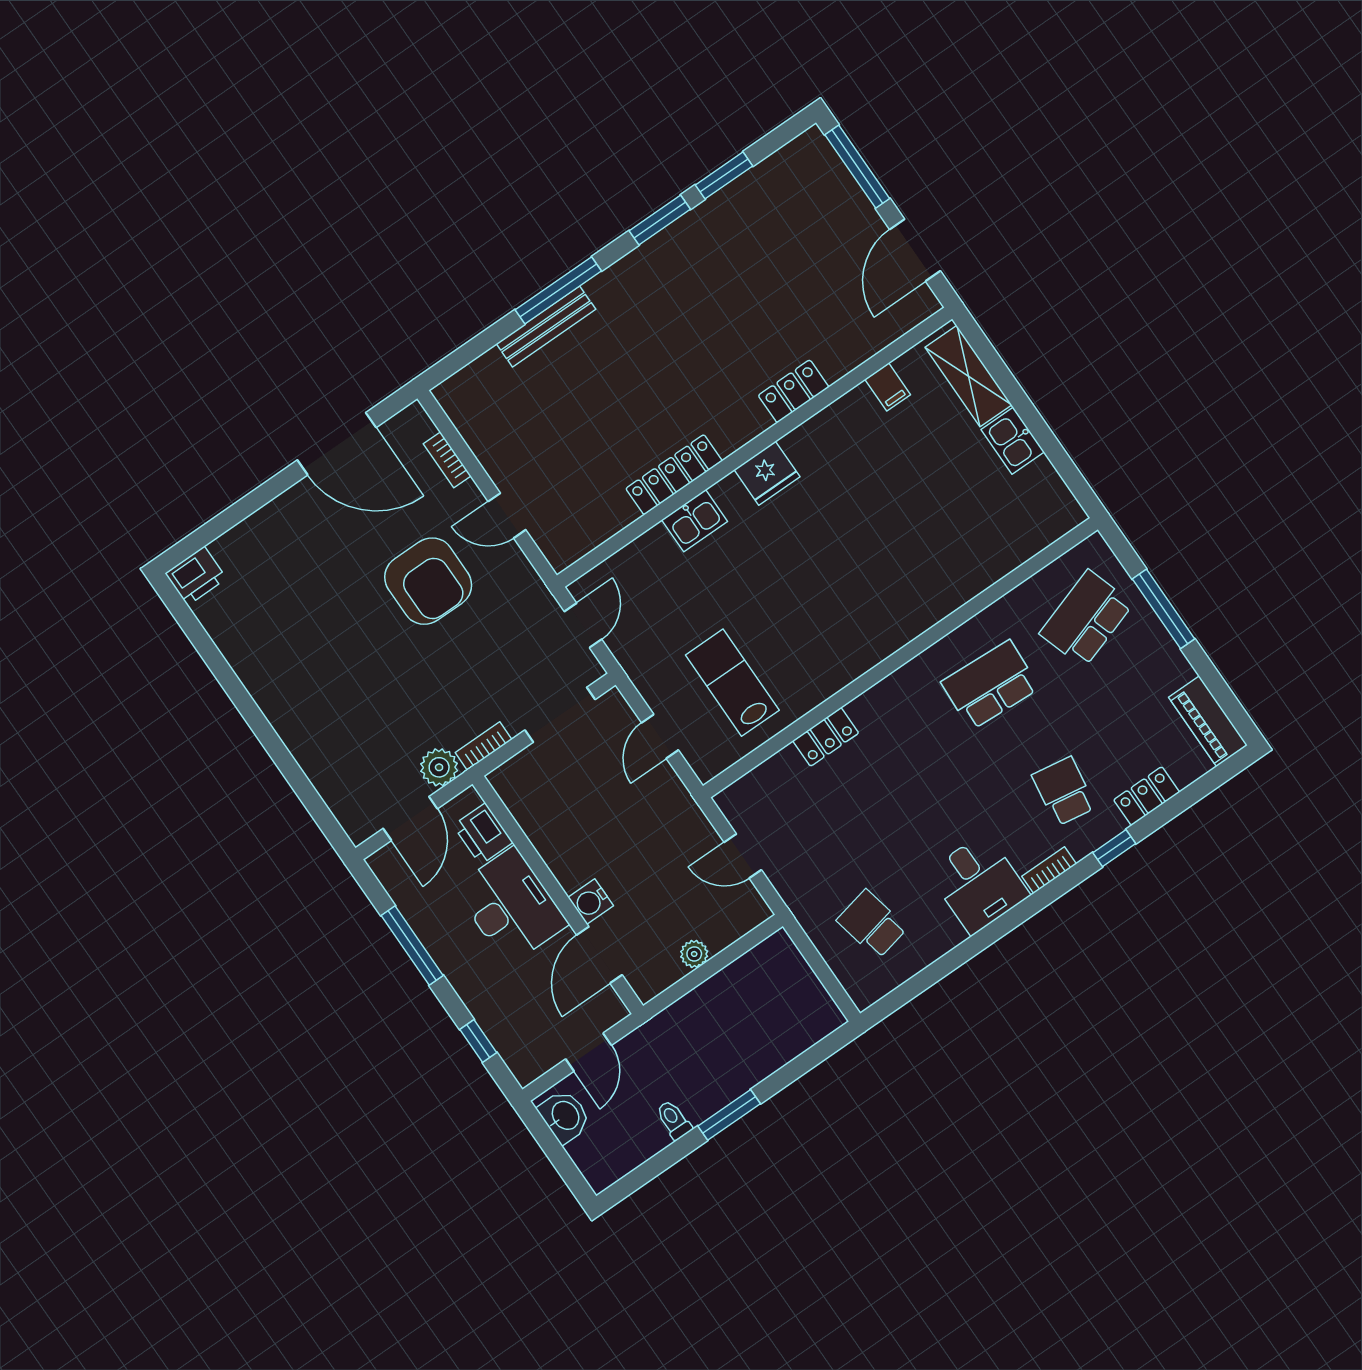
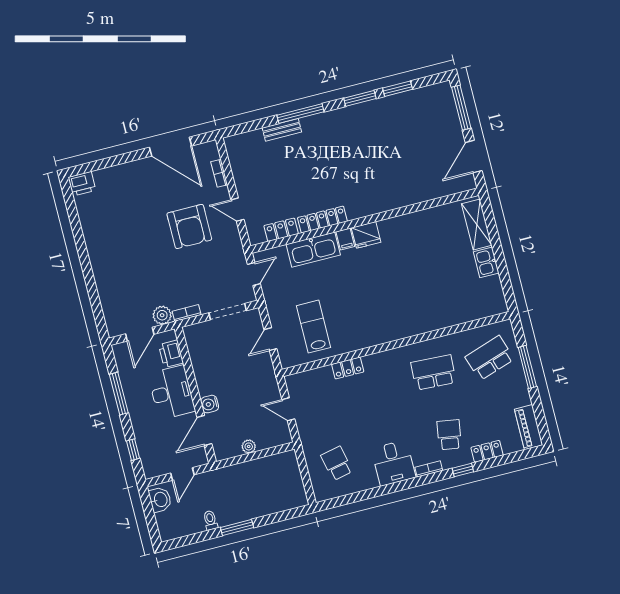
bench: (546, 326) -> (282, 130), width x0.73
filing cabinet: (888, 387) -> (345, 239), moved
locker: (794, 391) -> (281, 230), moved
kitchen sink: (695, 521) -> (313, 250), width x1.87, depth x1.24

